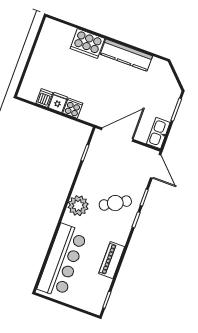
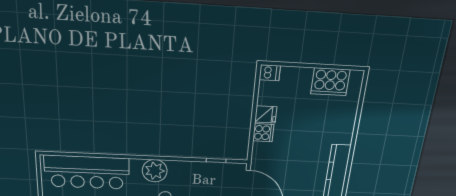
cooker: (87, 43) -> (330, 82), moved, turned -90
dishwasher: (44, 98) -> (270, 73), moved

